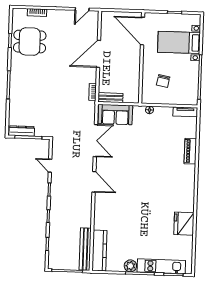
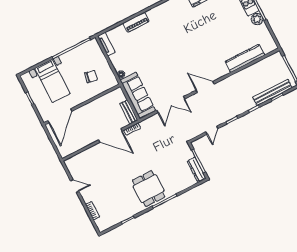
door: (82, 9) -> (75, 186), moved
dining table: (30, 42) -> (149, 189), moved
door: (98, 54) -> (110, 136), moved
sofa: (115, 115) -> (138, 95), width x1.36
double door: (95, 141) -> (171, 105), swing flipped
door: (94, 182) -> (205, 87), hinge flipped
bench: (85, 249) -> (272, 93), moved
kitchen counter: (99, 250) -> (245, 58), moved

